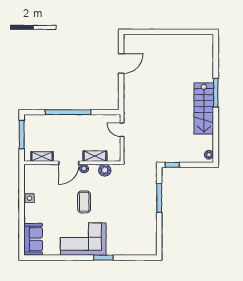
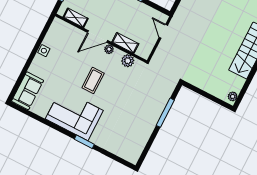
window: (172, 165) -> (193, 88), removed

